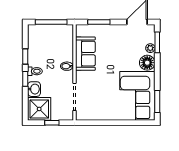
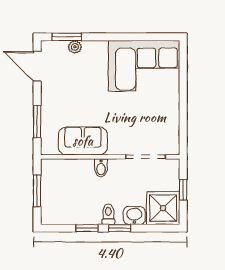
window: (51, 22) -> (37, 191), width x0.69
floor lamp: (147, 63) -> (96, 51), removed
window: (157, 102) -> (152, 37), removed

